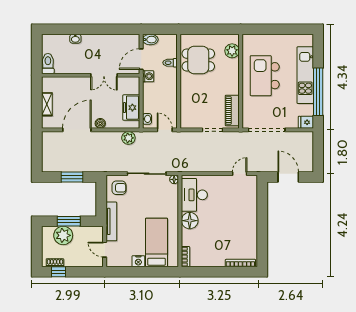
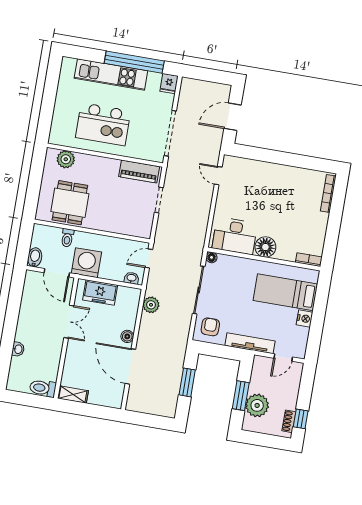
washing machine: (148, 76) -> (86, 263), width x1.89, depth x1.89
shelving: (47, 104) -> (73, 395), moved
freezer: (131, 108) -> (100, 293), moved

